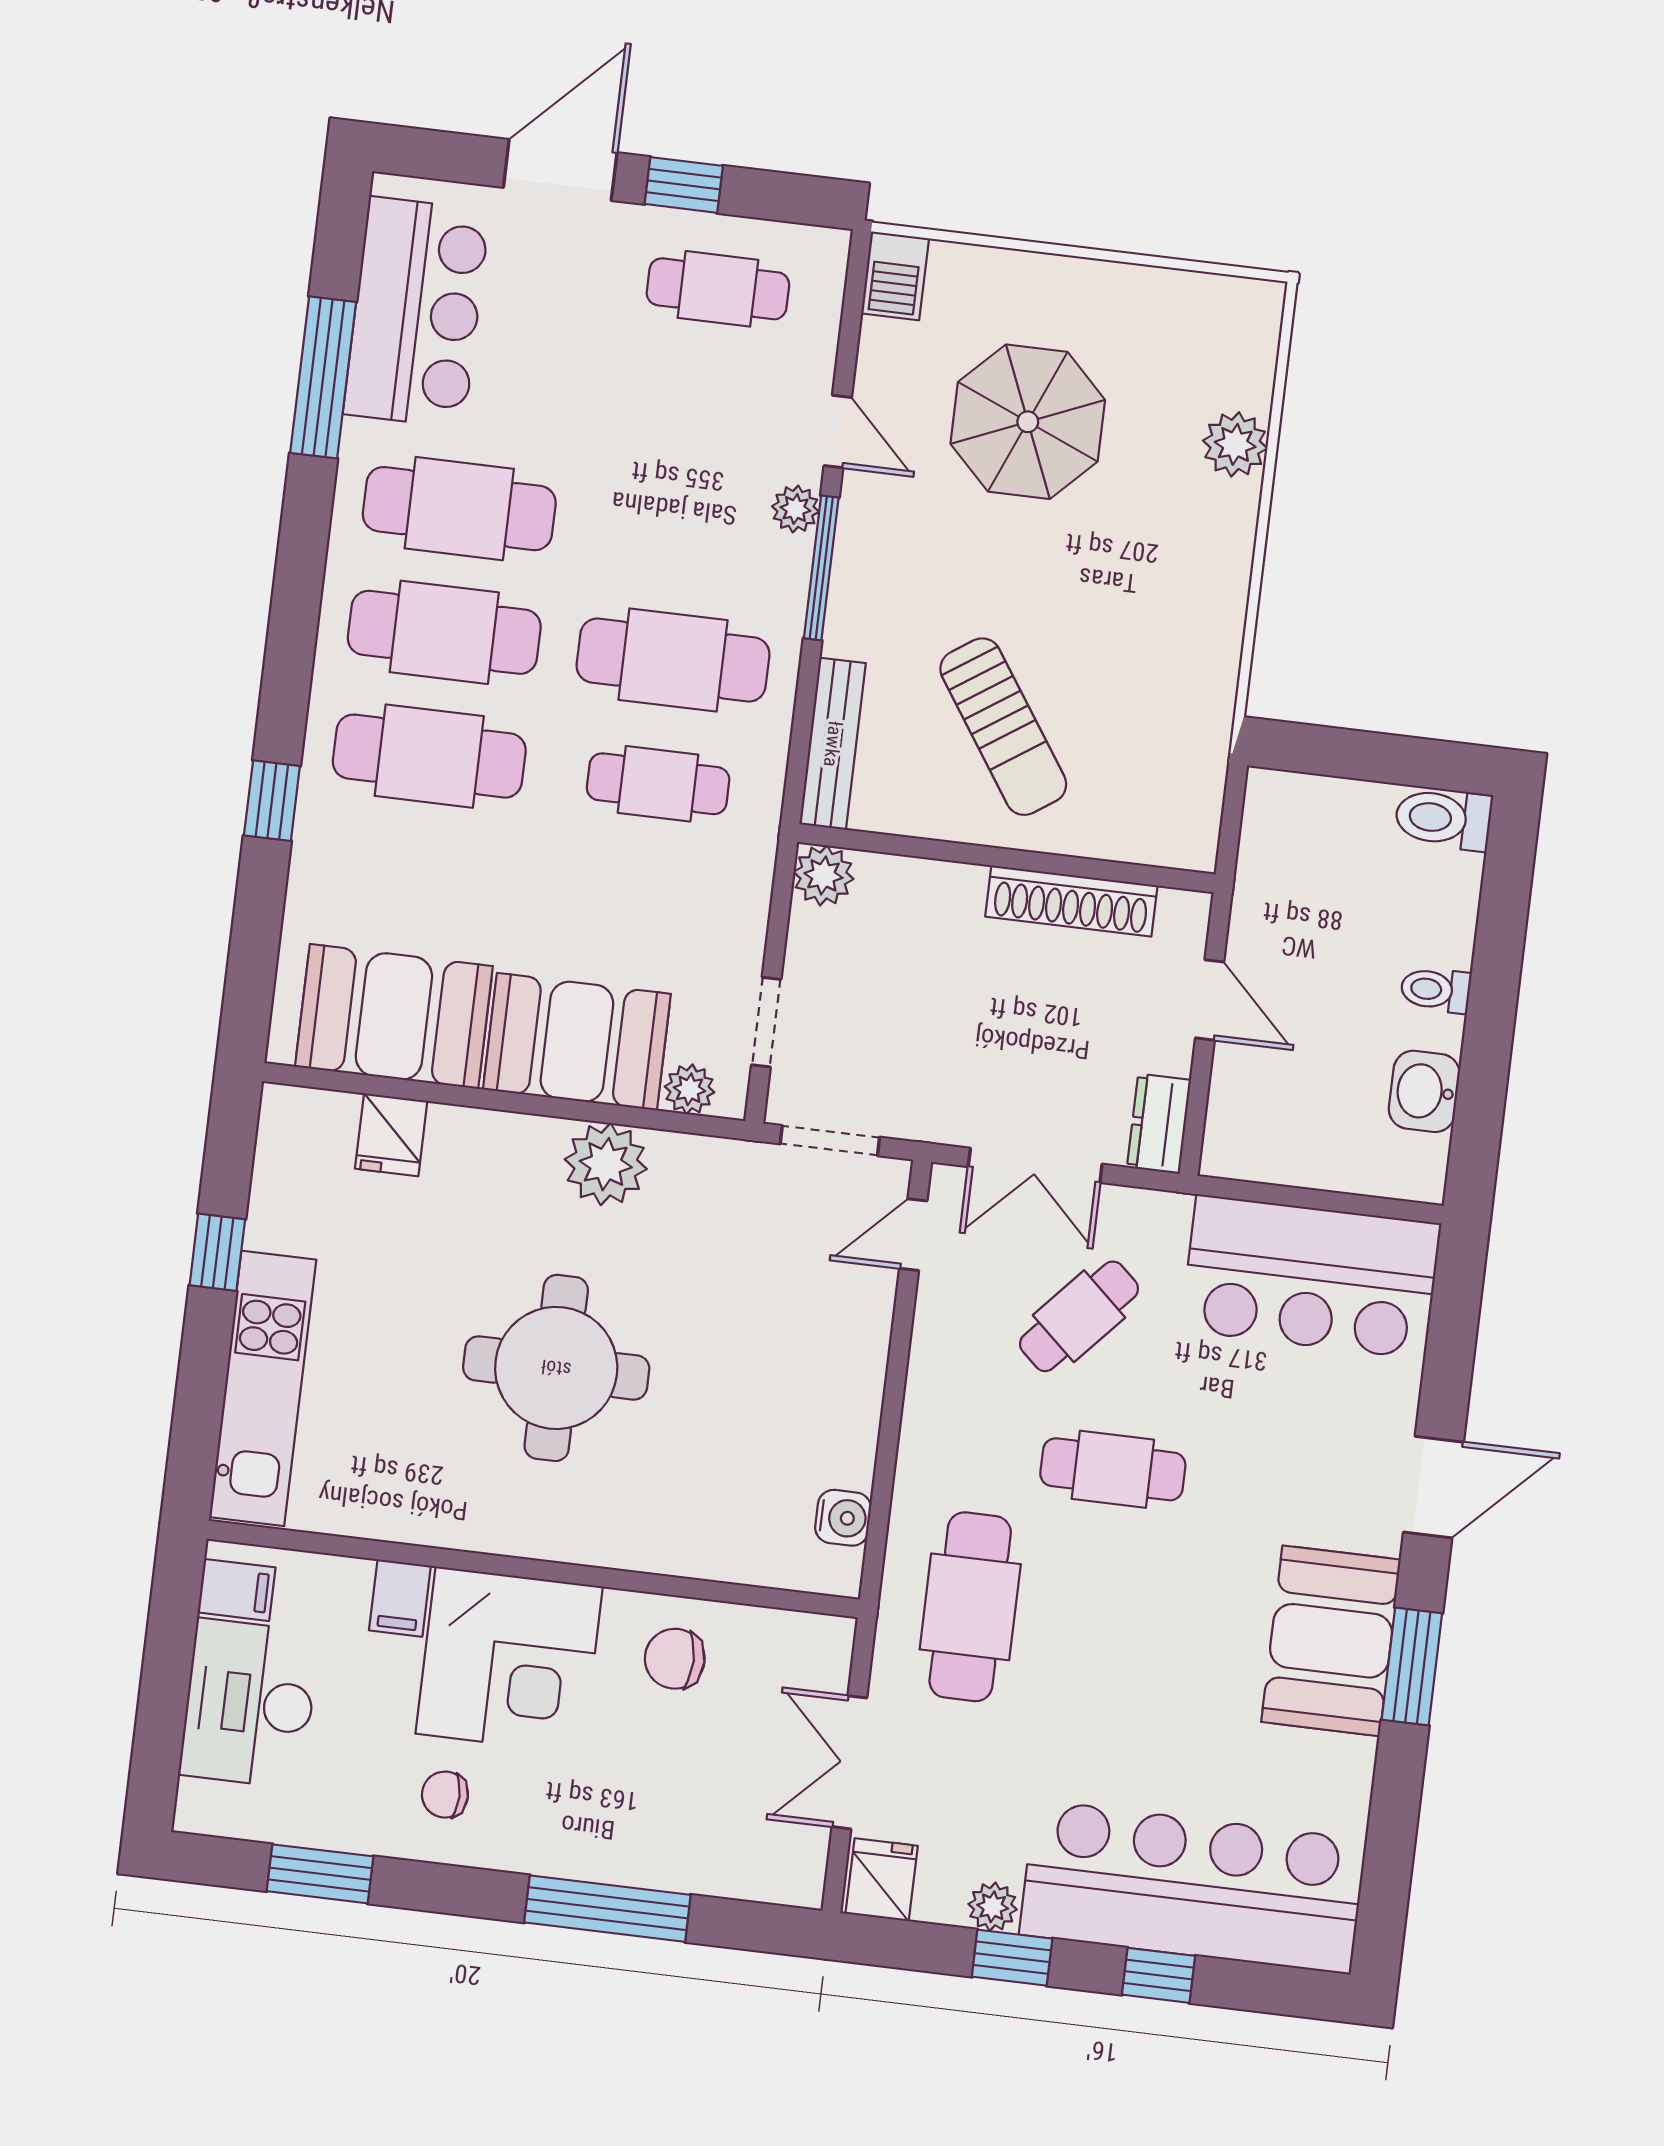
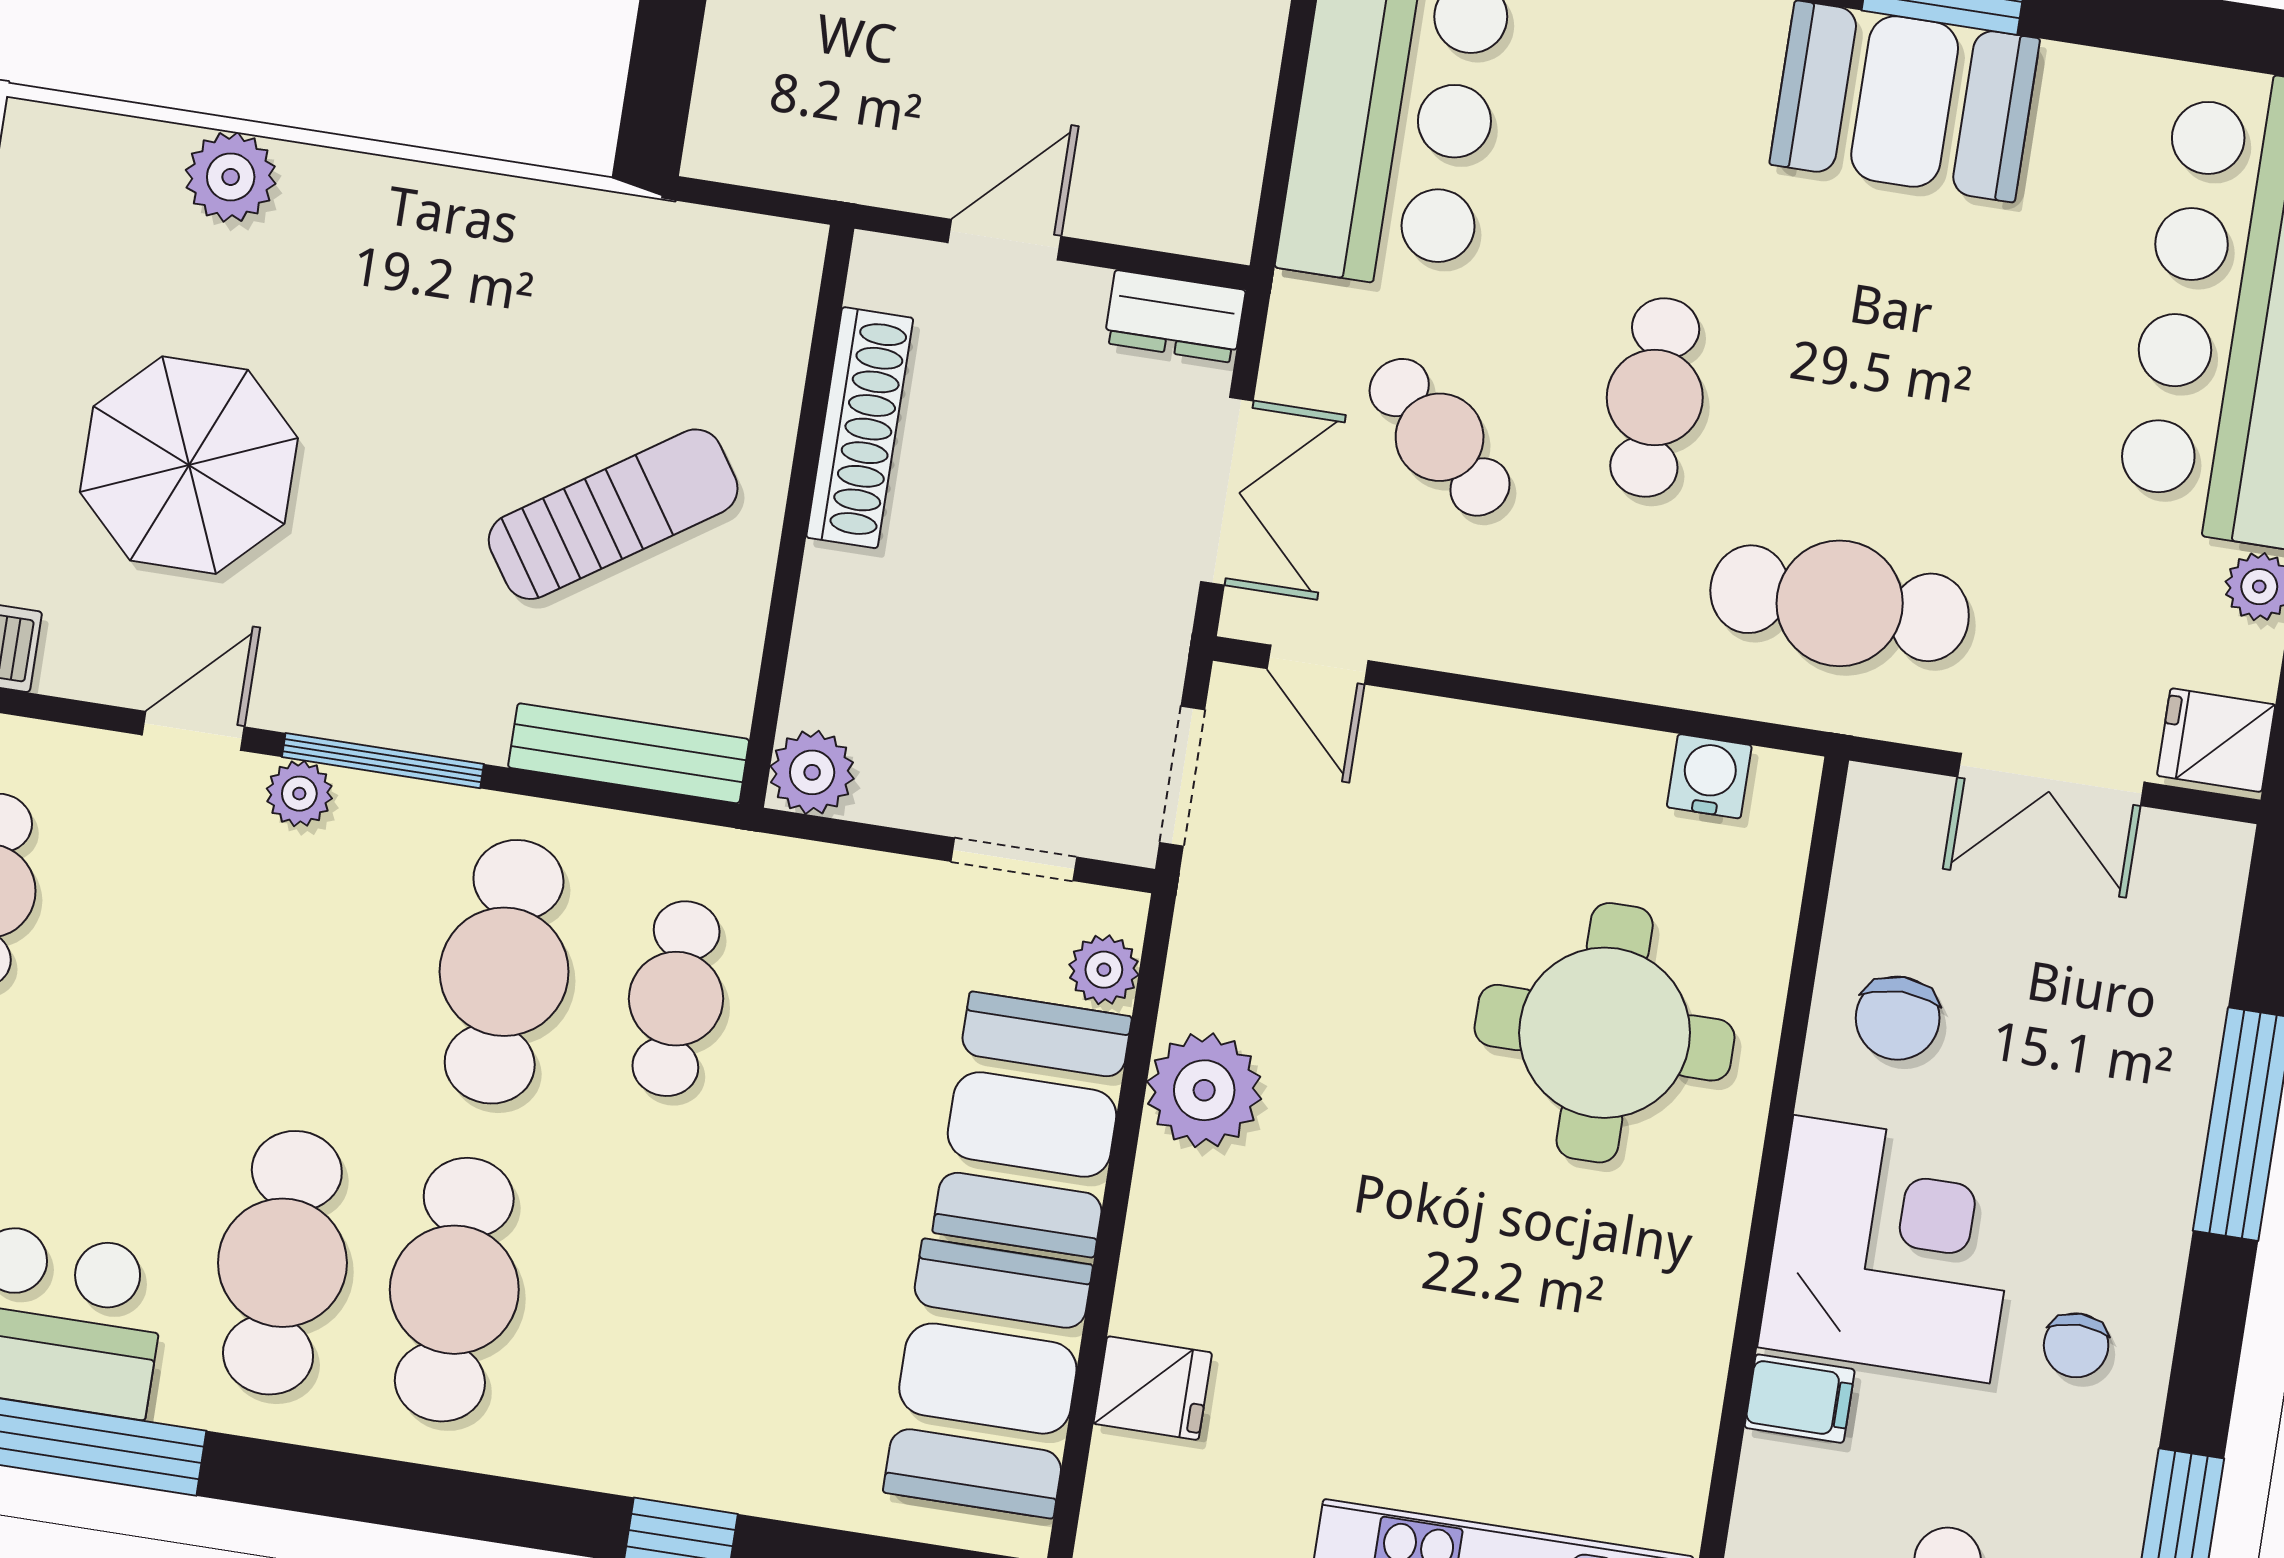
cafe table: (429, 756) -> (626, 1317), removed
round table: (556, 1368) -> (1605, 1033), moved

